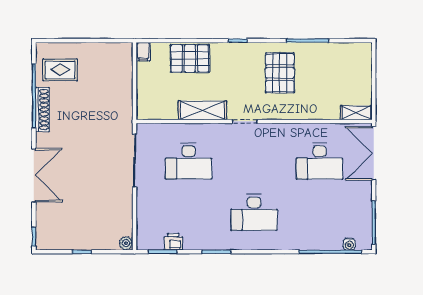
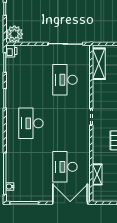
shelving: (202, 110) -> (99, 64), moved
shelving: (356, 113) -> (97, 174), moved
printer: (173, 242) -> (11, 51), moved
plant: (126, 243) -> (14, 34), width x1.87, depth x1.87

